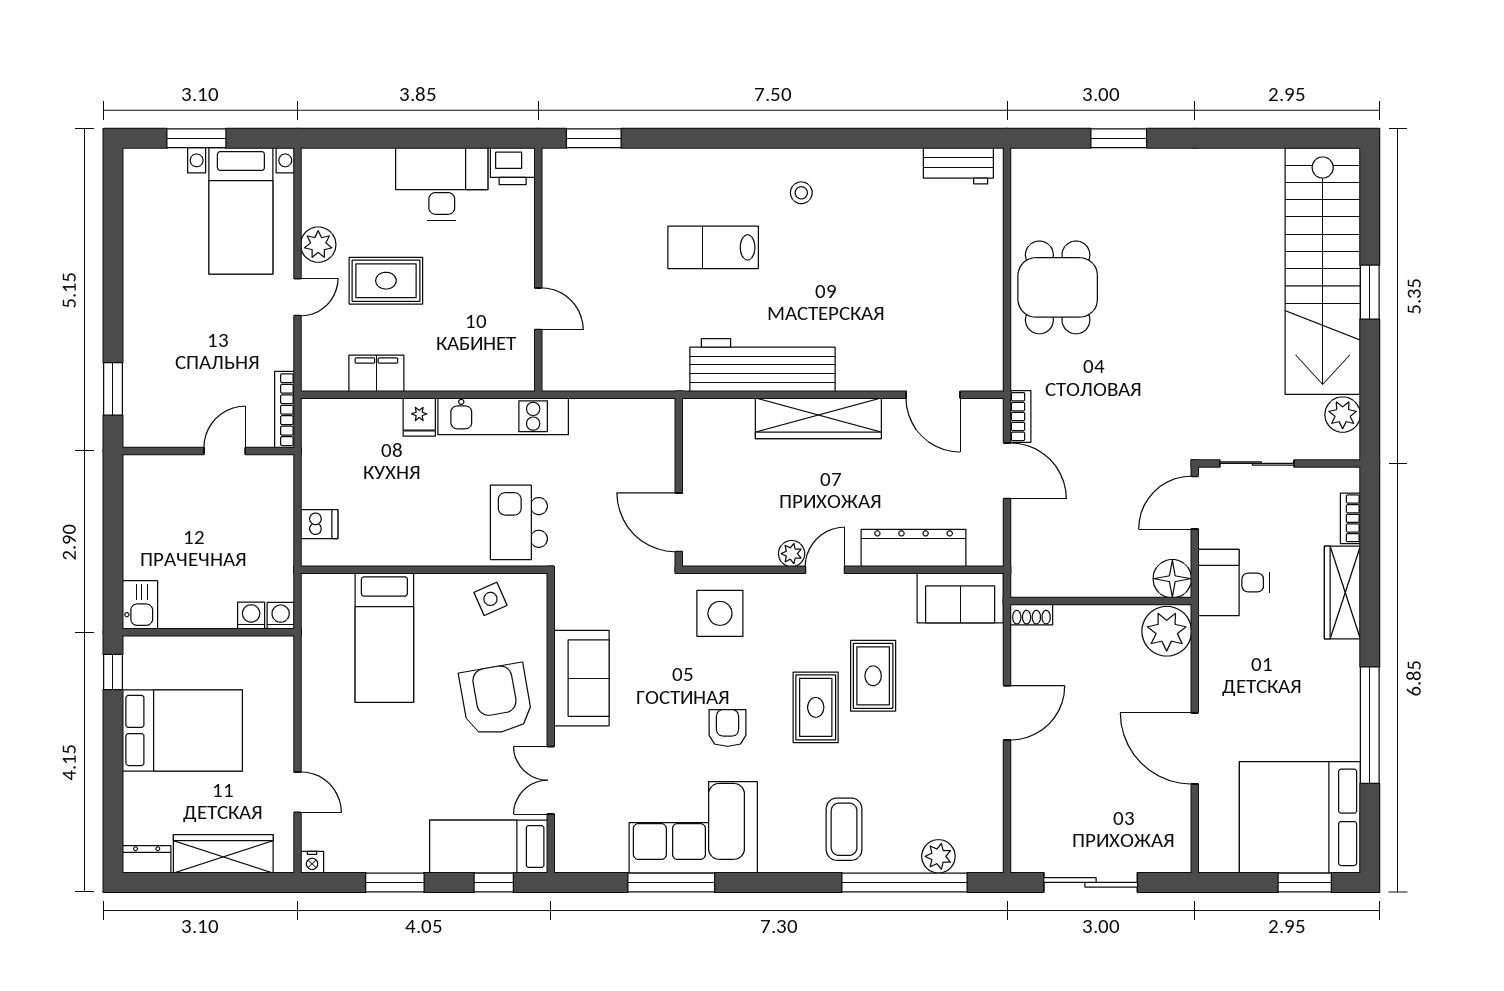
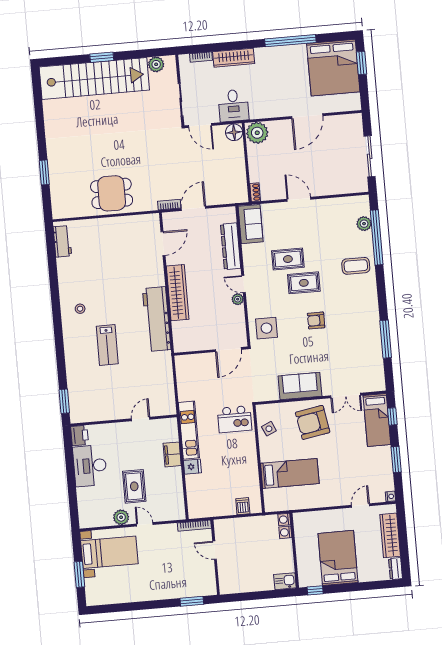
filing cabinet: (376, 373) -> (172, 454), moved
corner sofa: (693, 827) -> (361, 332), removed

